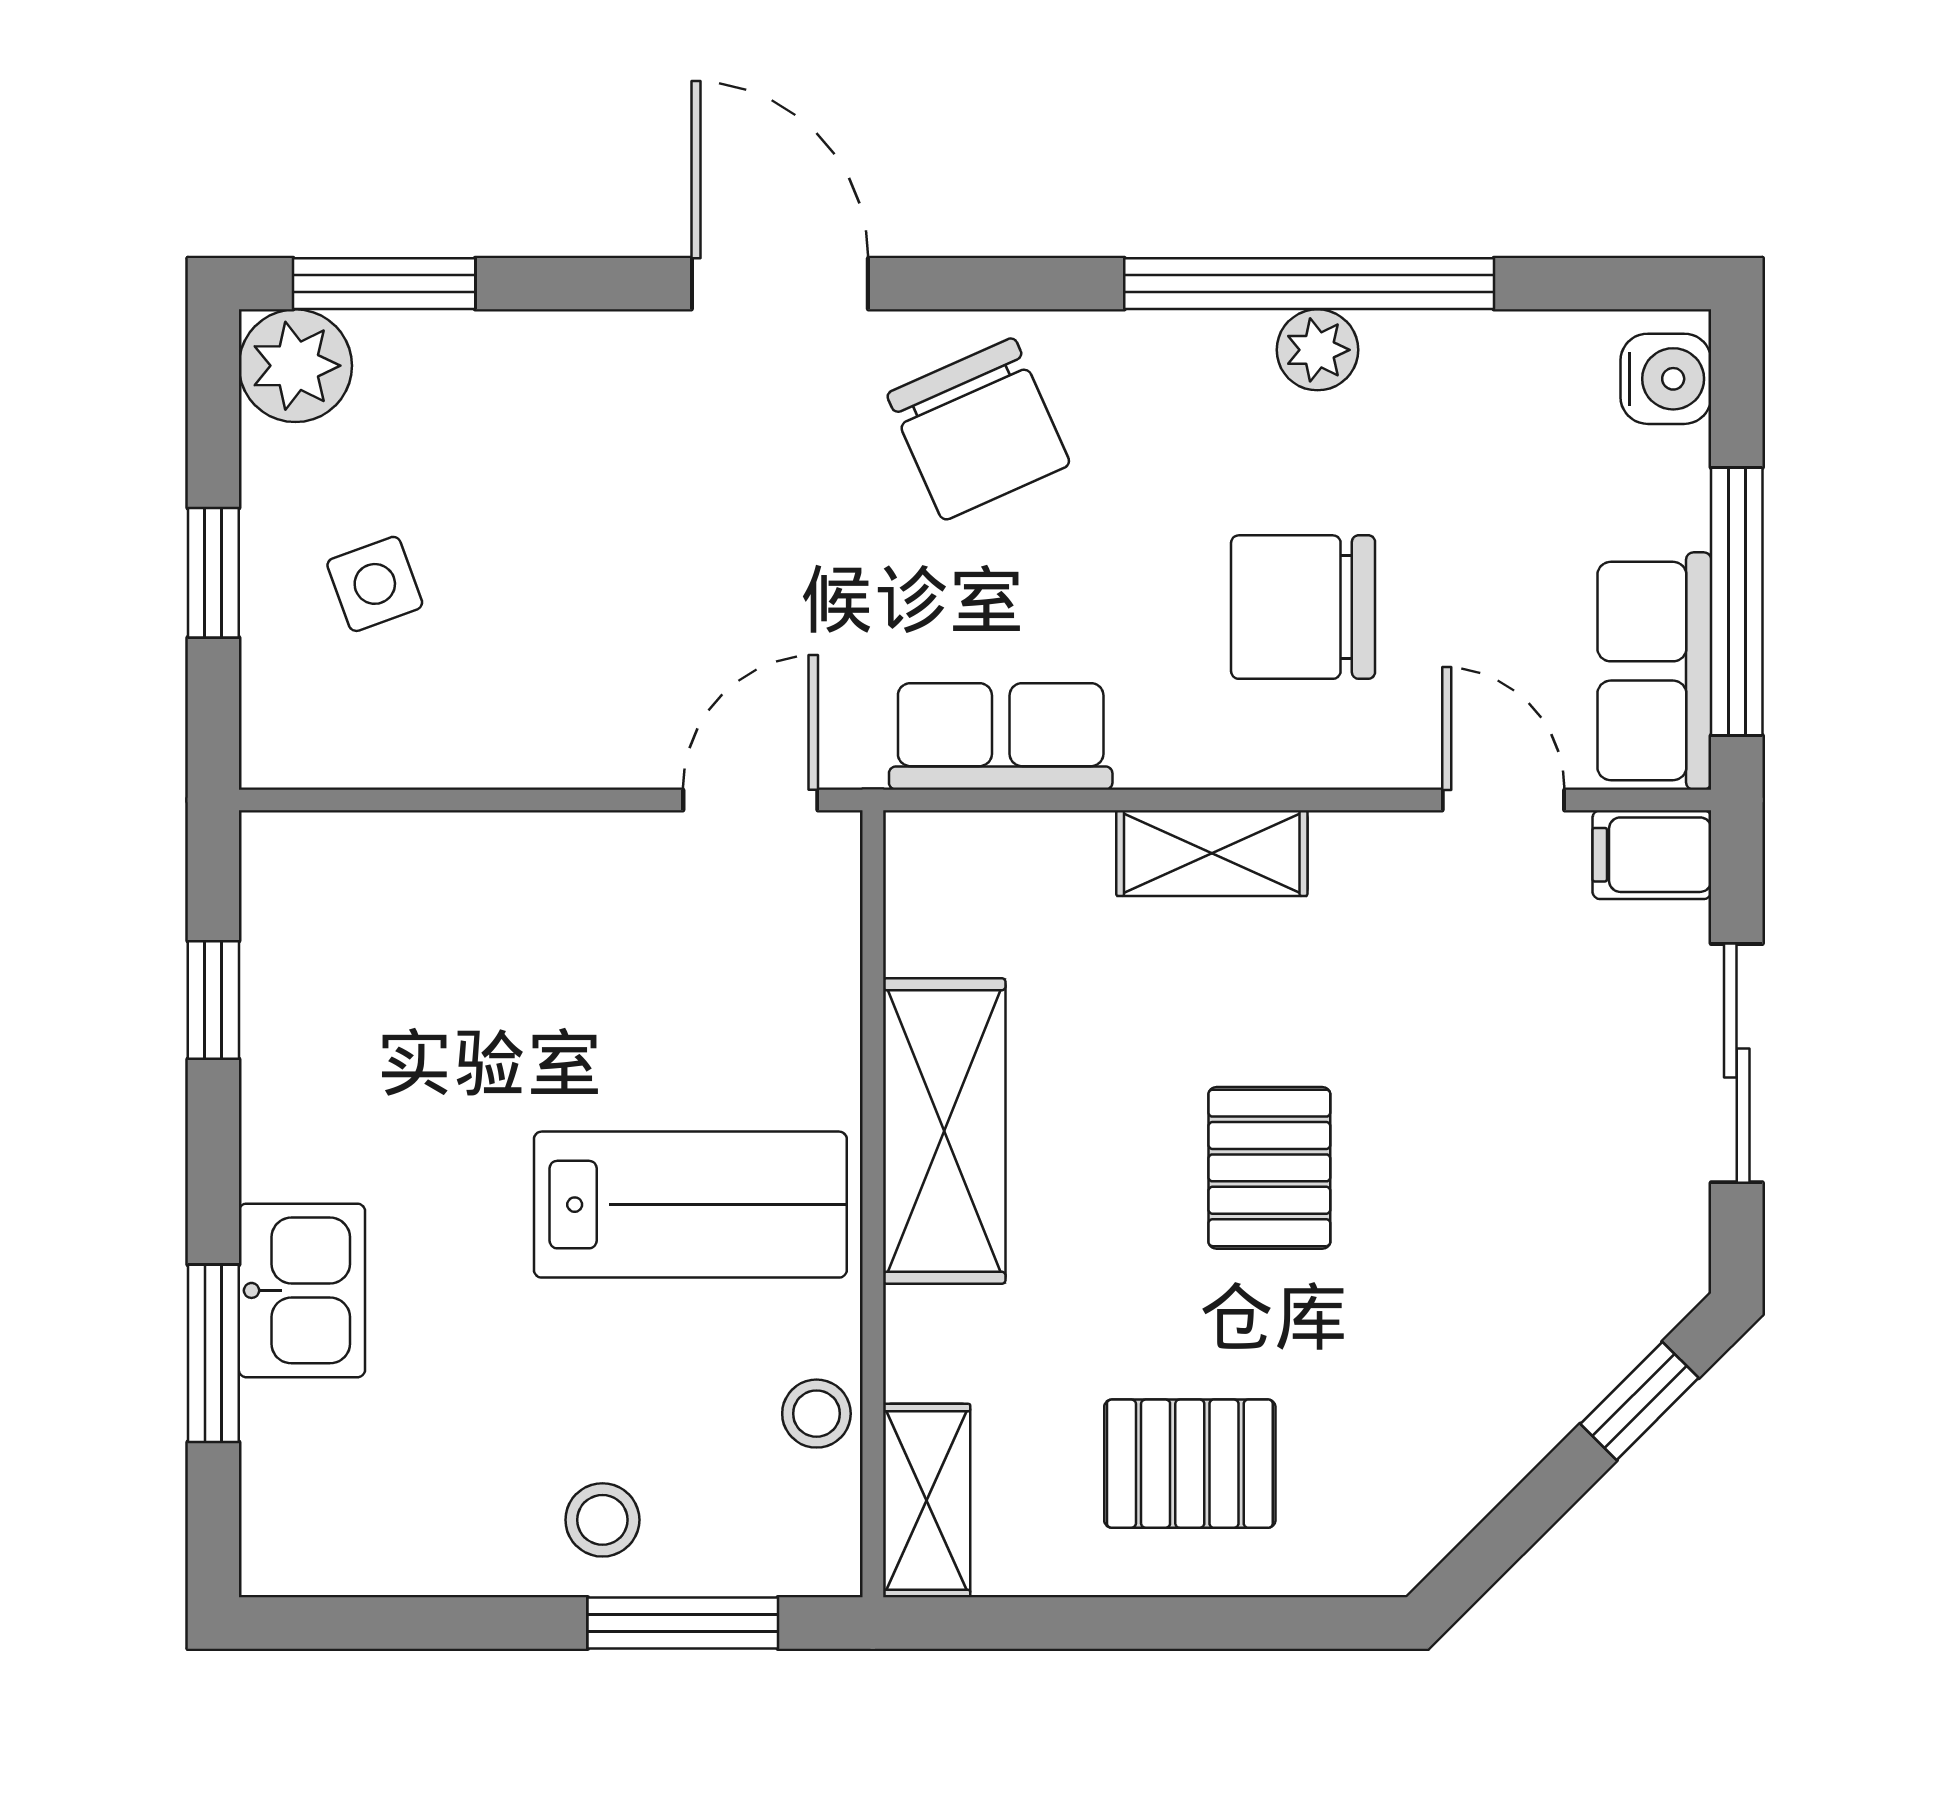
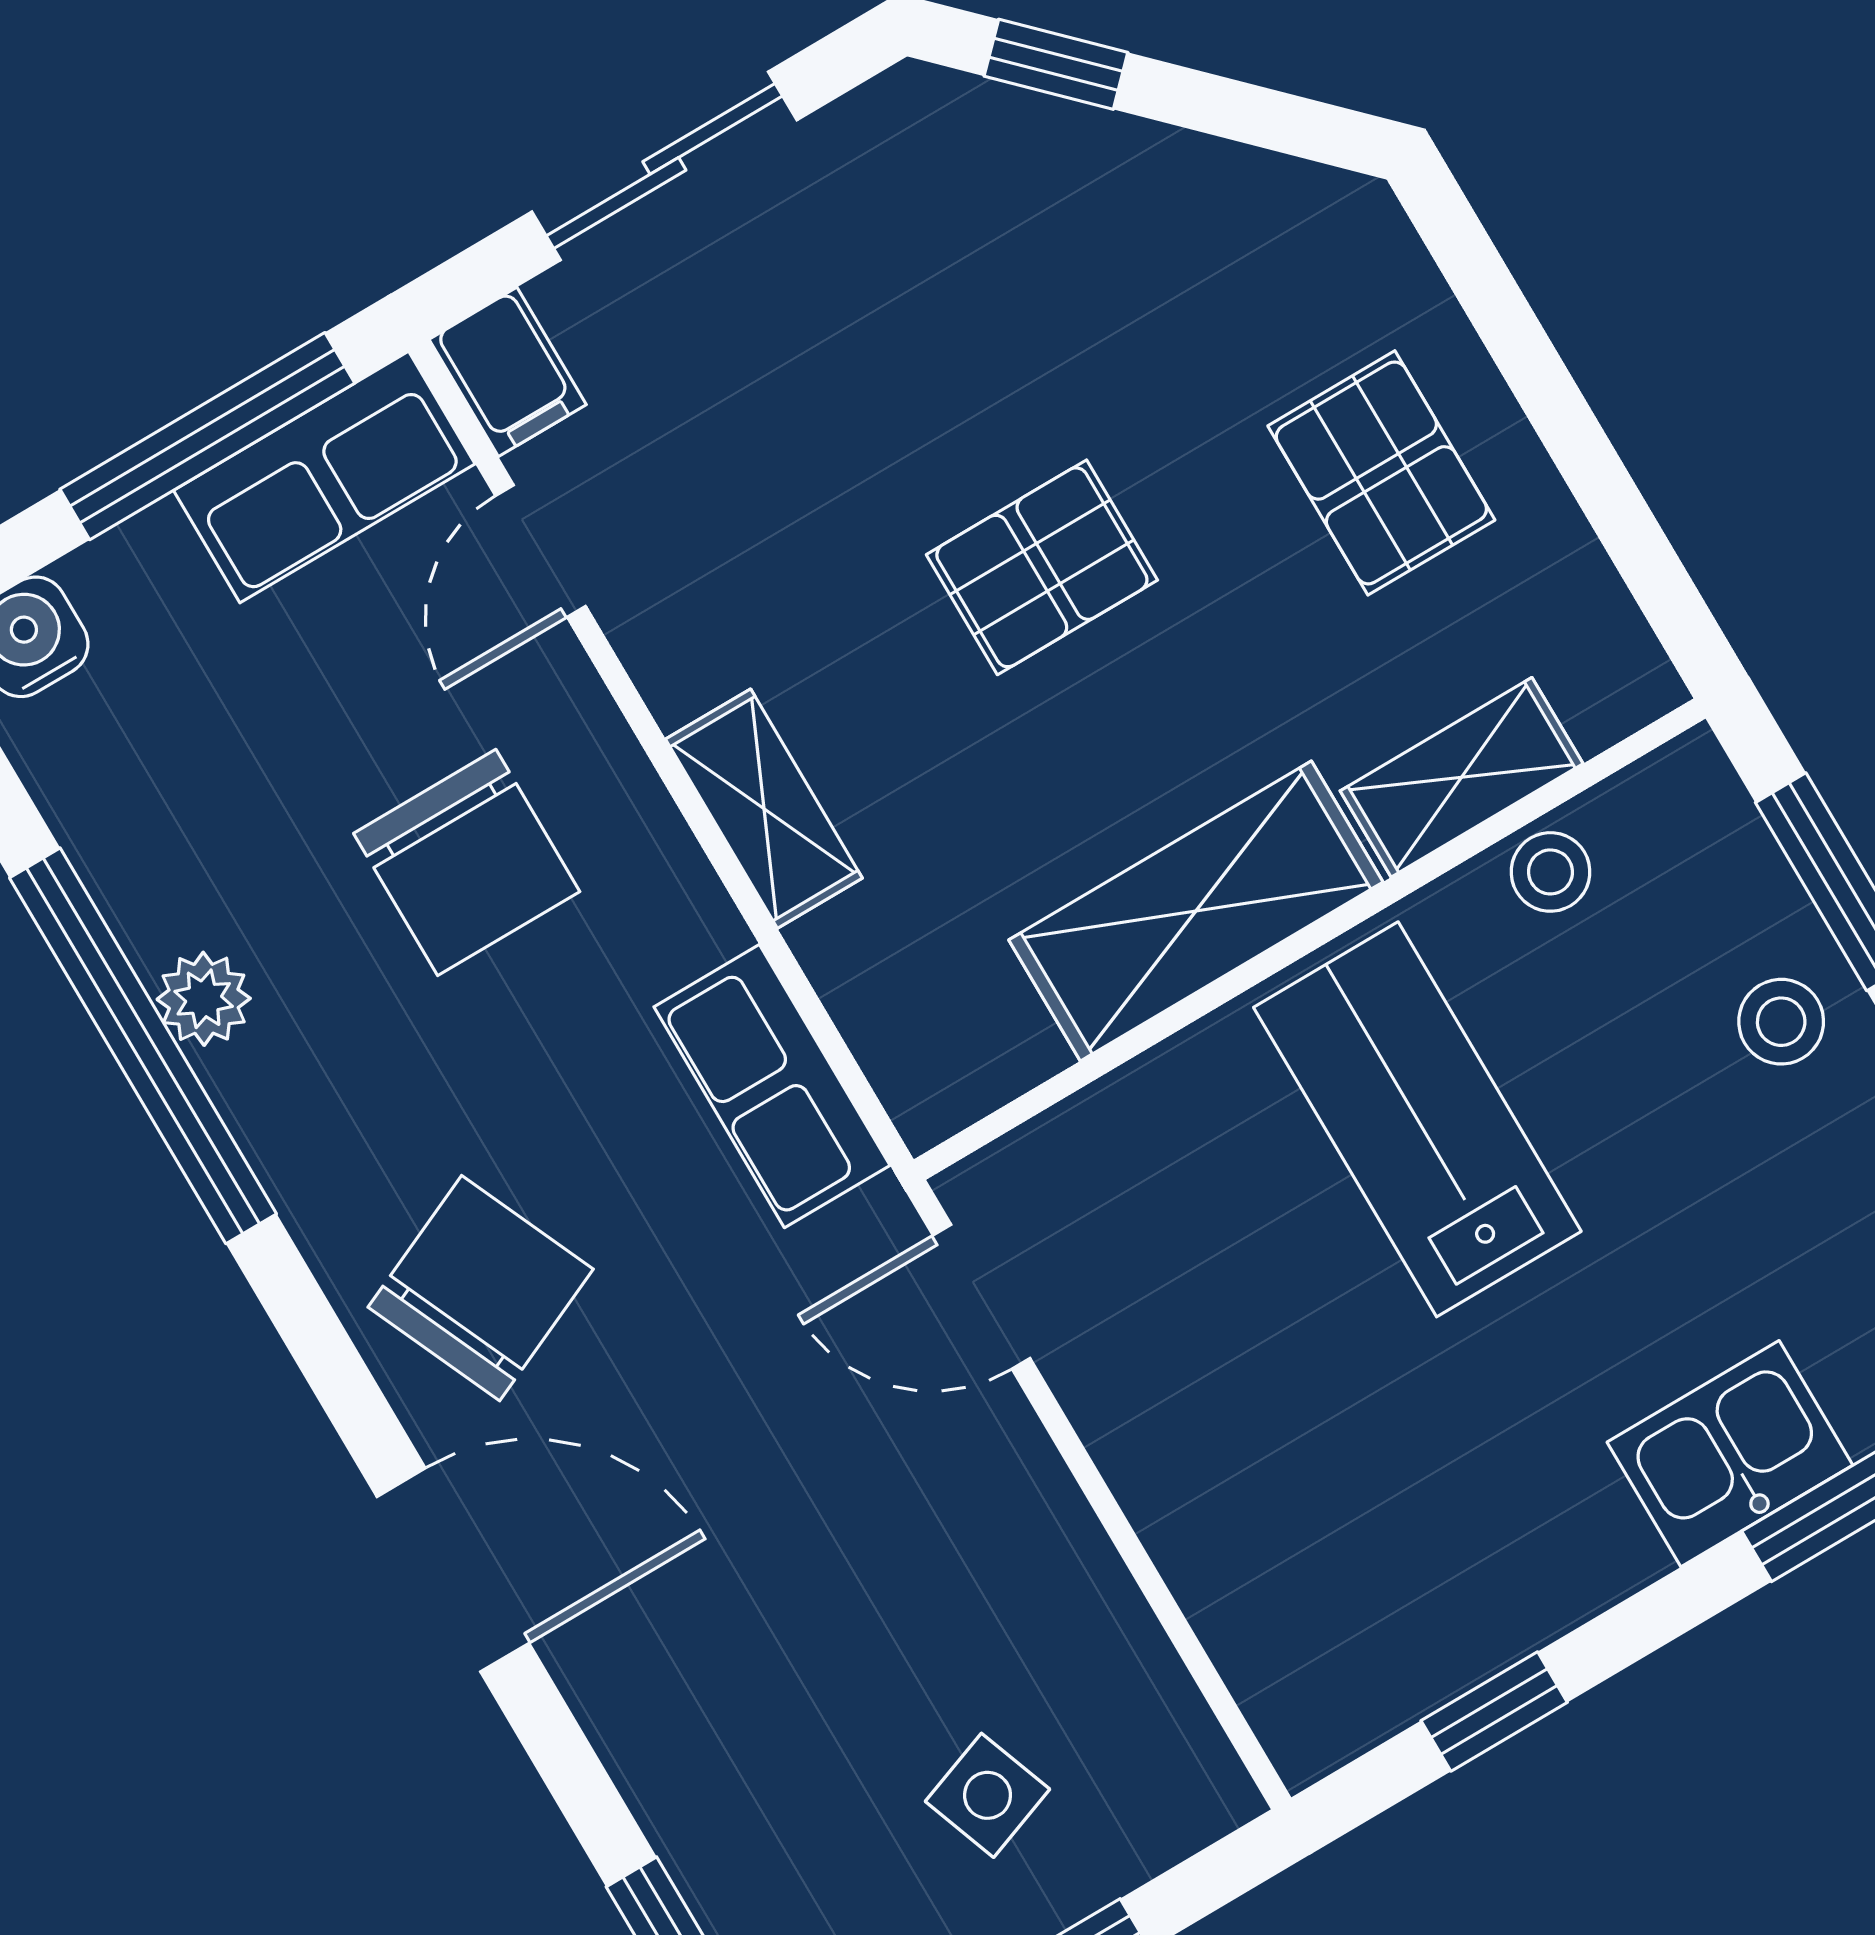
door: (780, 284) -> (453, 1570), swing flipped
shelving: (927, 1501) -> (1462, 777), moved

